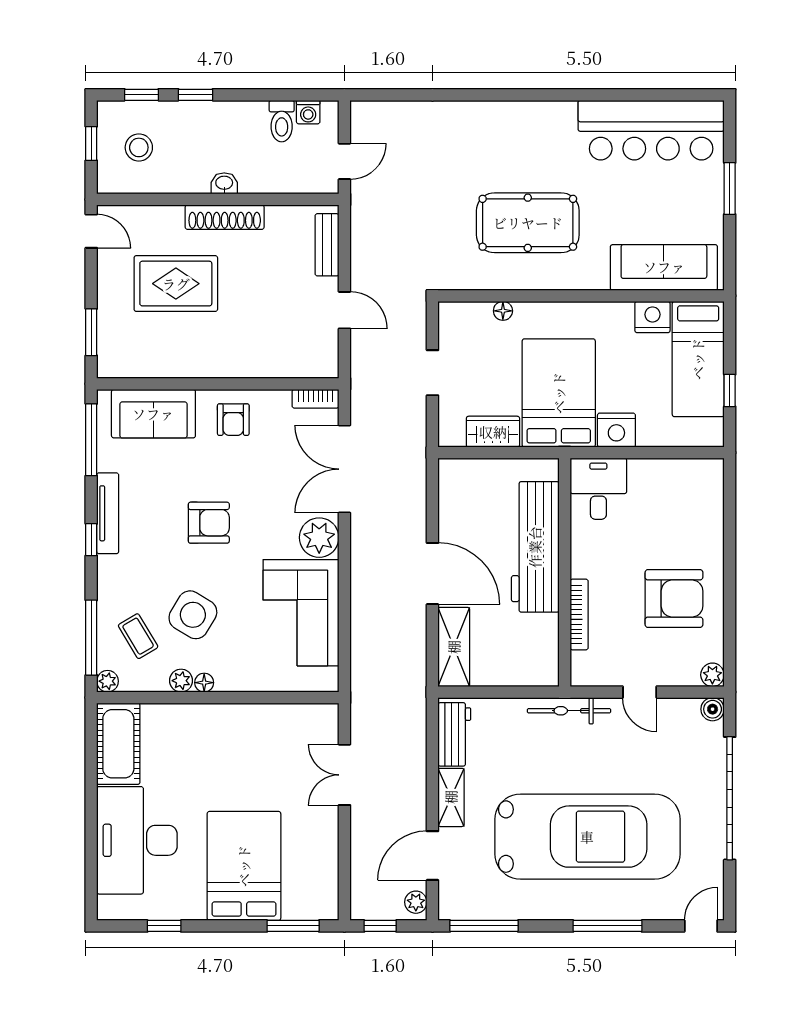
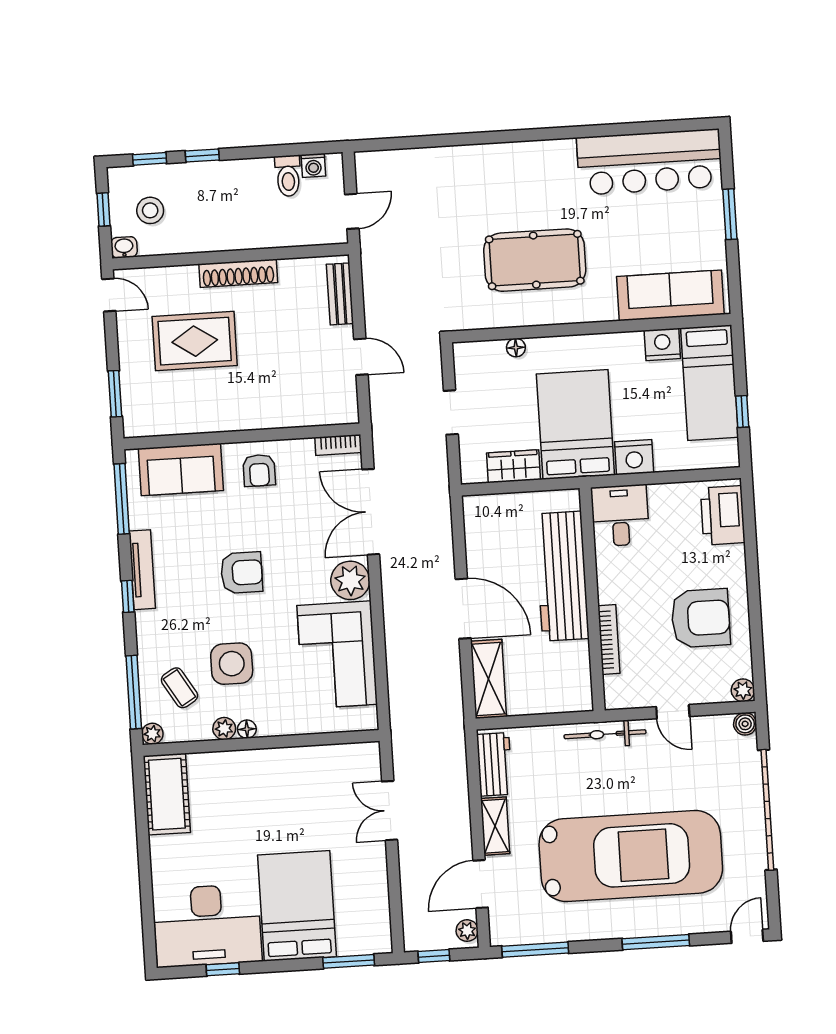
washbasin: (224, 183) -> (124, 247), moved
printer: (703, 495) -> (723, 515), added
side table: (193, 615) -> (232, 664), turned -31
desk: (137, 840) -> (207, 925), moved, turned -90

